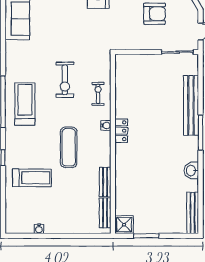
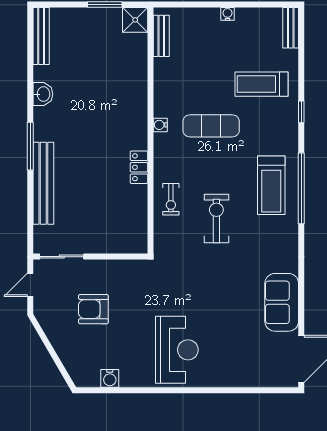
water cooler: (106, 125) -> (160, 125), moved
locker: (121, 131) -> (139, 167), moved
exercise mat: (69, 147) -> (211, 126), turned 90
bench: (105, 182) -> (291, 28), moved
water cooler: (39, 229) -> (227, 14), moved

